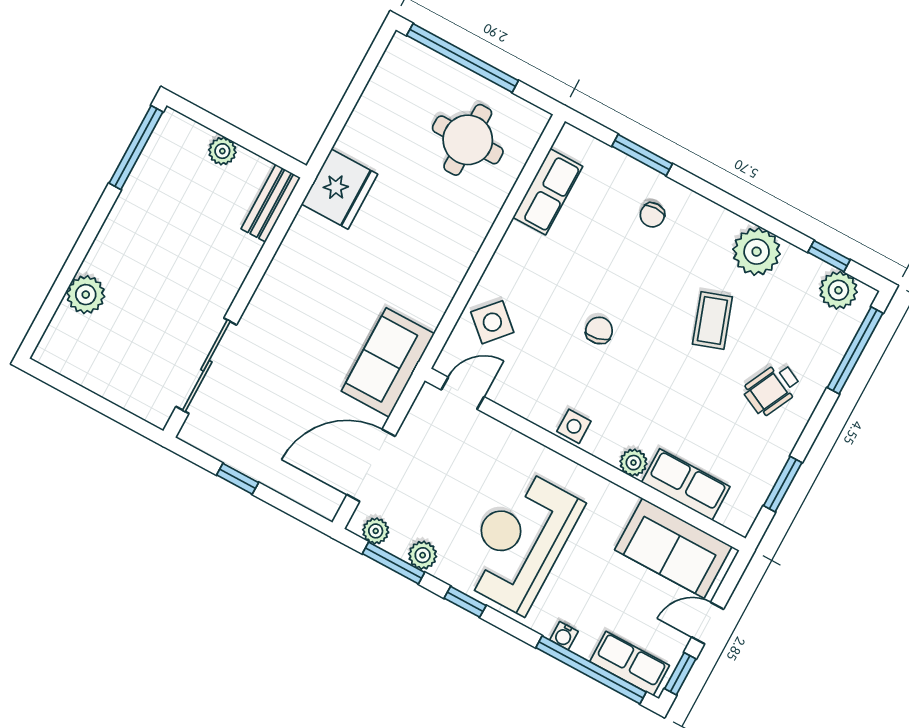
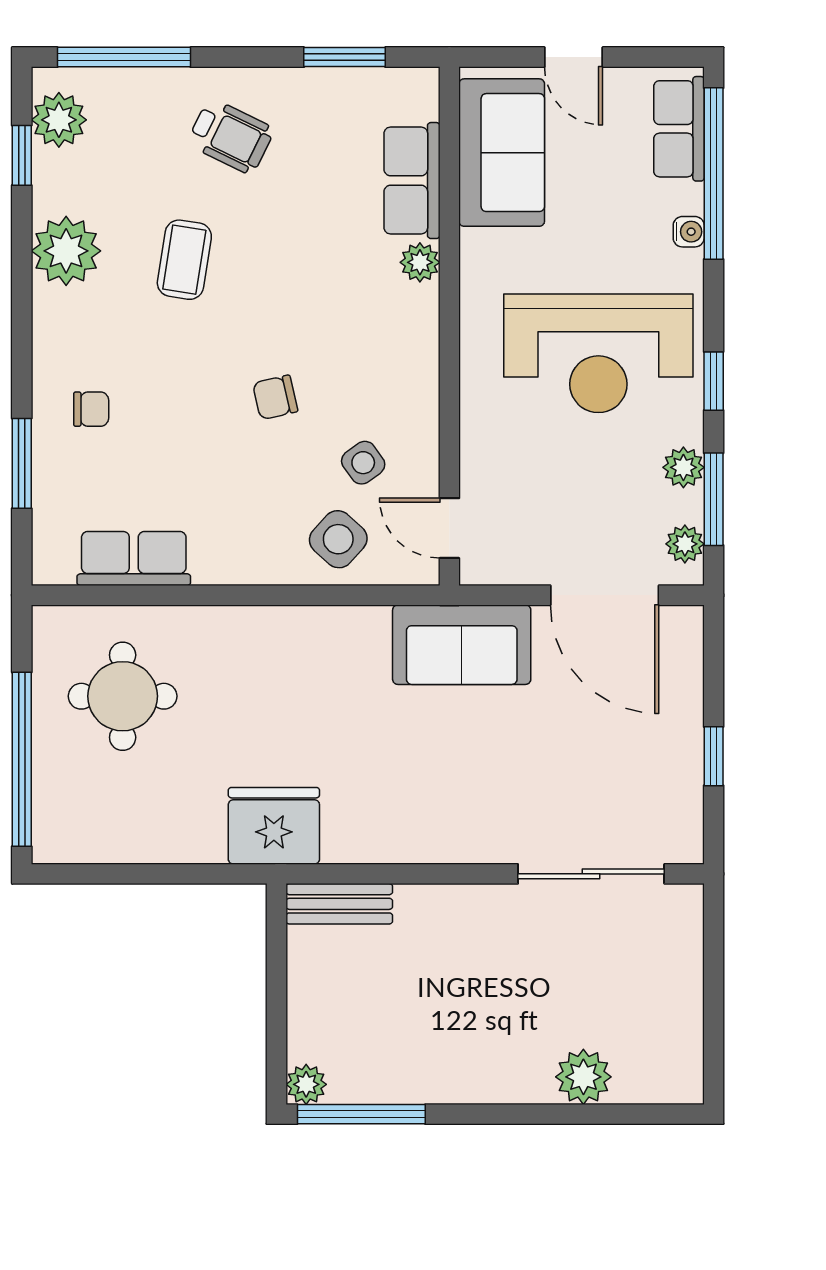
plant: (222, 151) -> (306, 1084), moved
coffee table: (712, 320) -> (184, 260), turned -62
side table: (574, 426) -> (363, 463), moved, turned -36
window: (680, 674) -> (657, 57), removed

